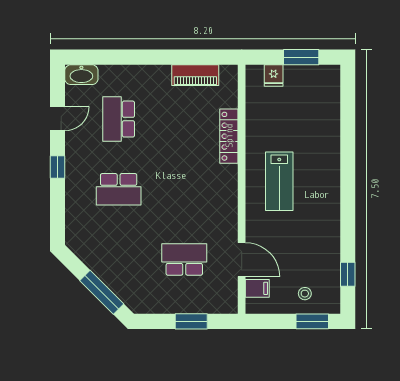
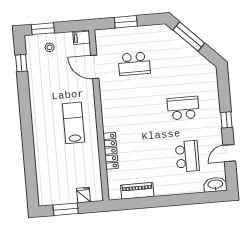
filing cabinet: (257, 288) -> (82, 38), moved

